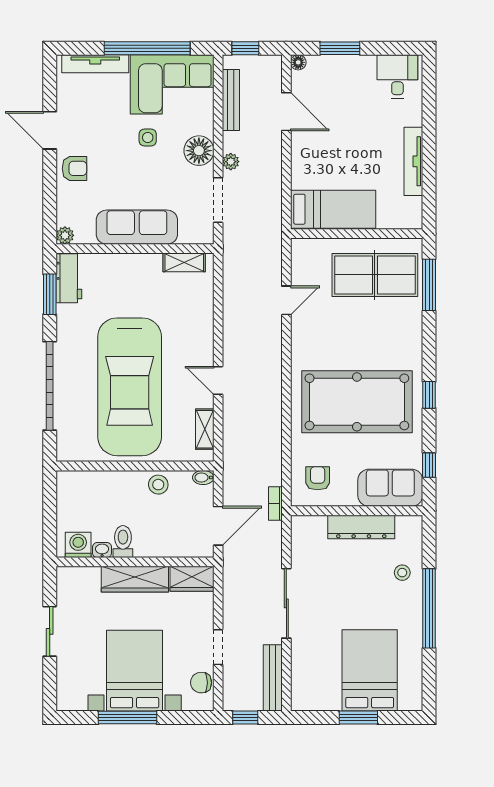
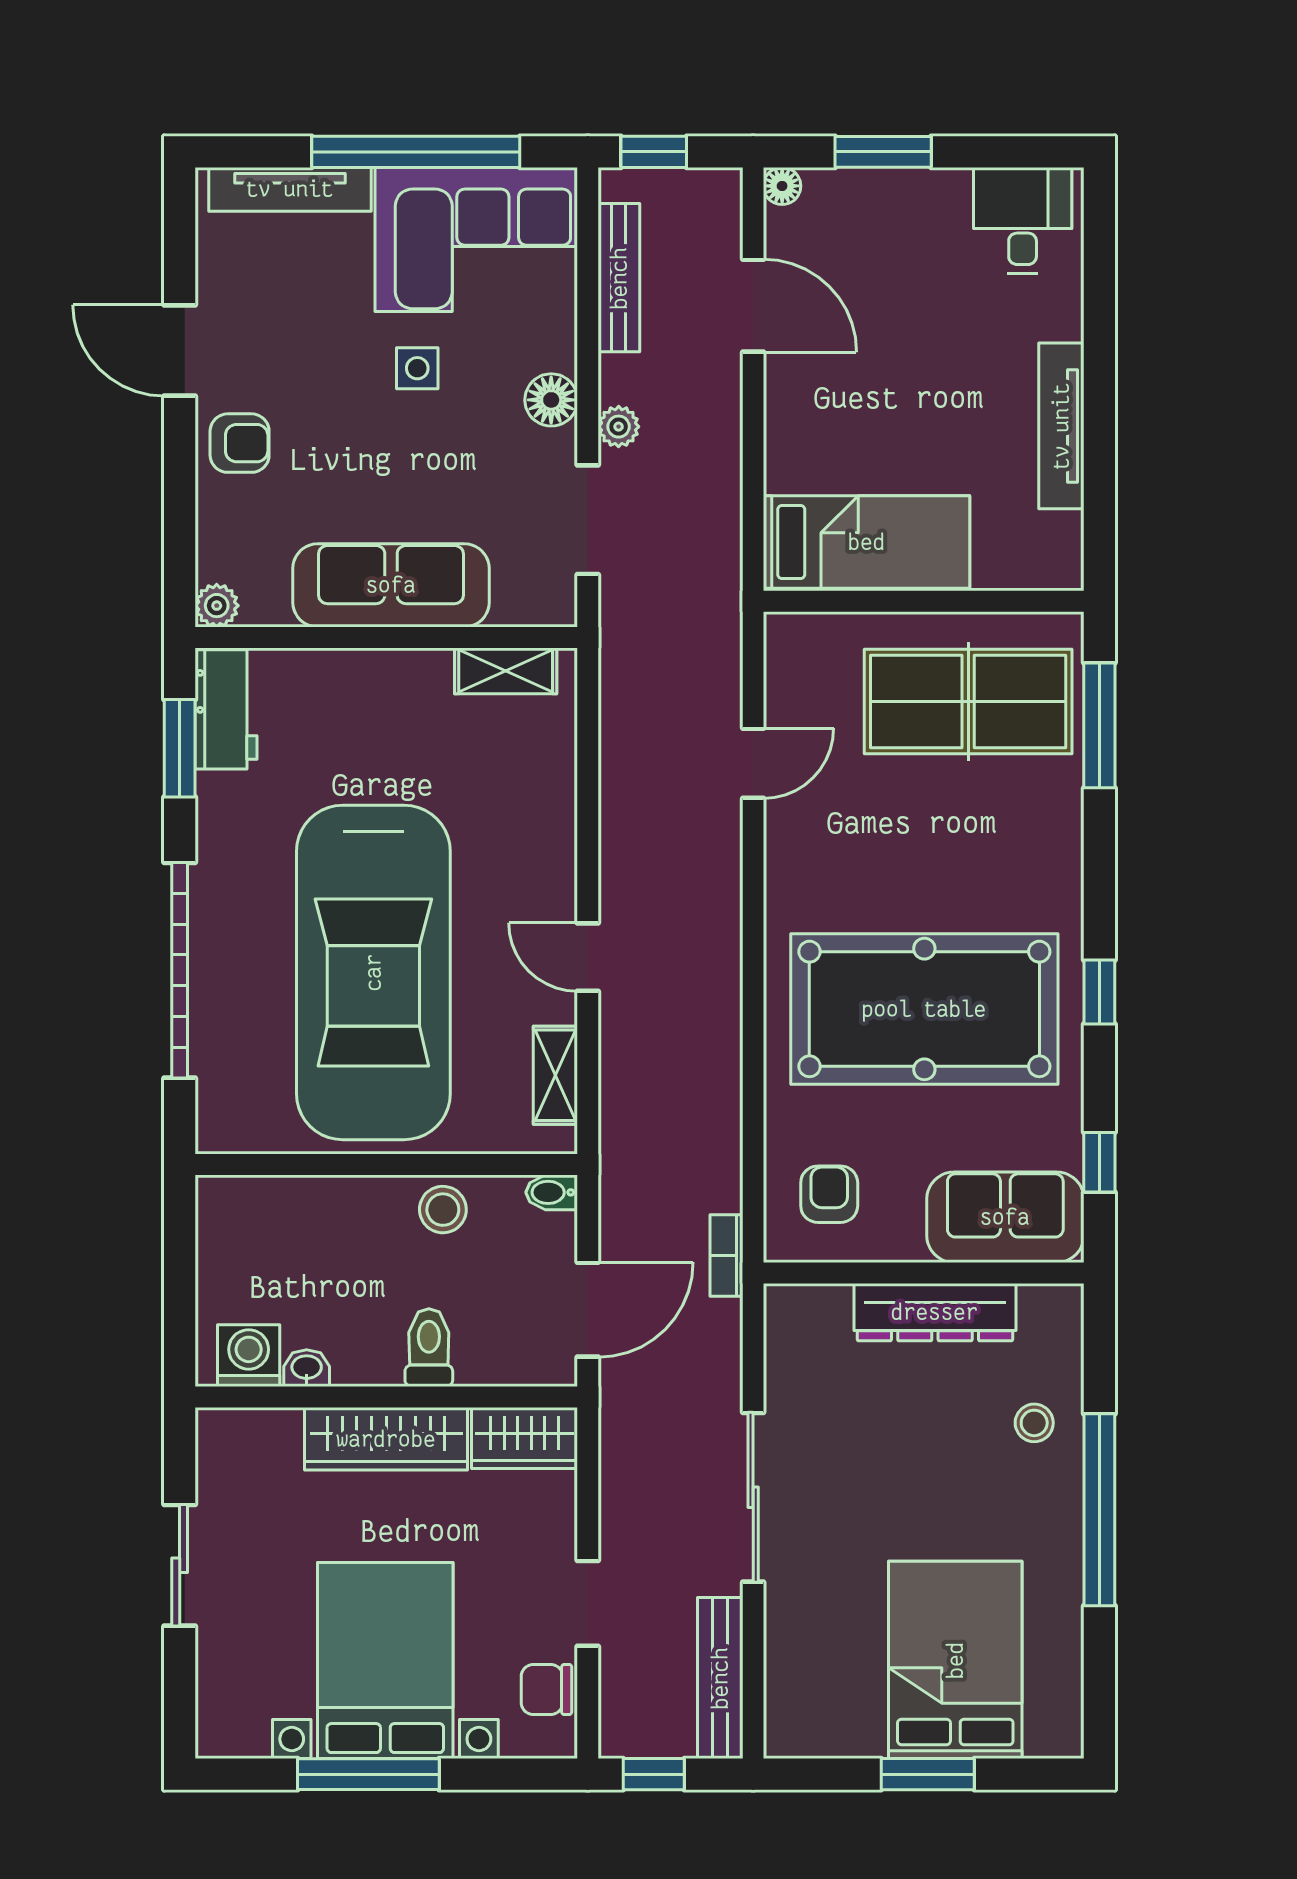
floor lamp: (199, 151) -> (551, 400), width x0.73, depth x0.73
toilet: (123, 542) -> (429, 1348), moved

